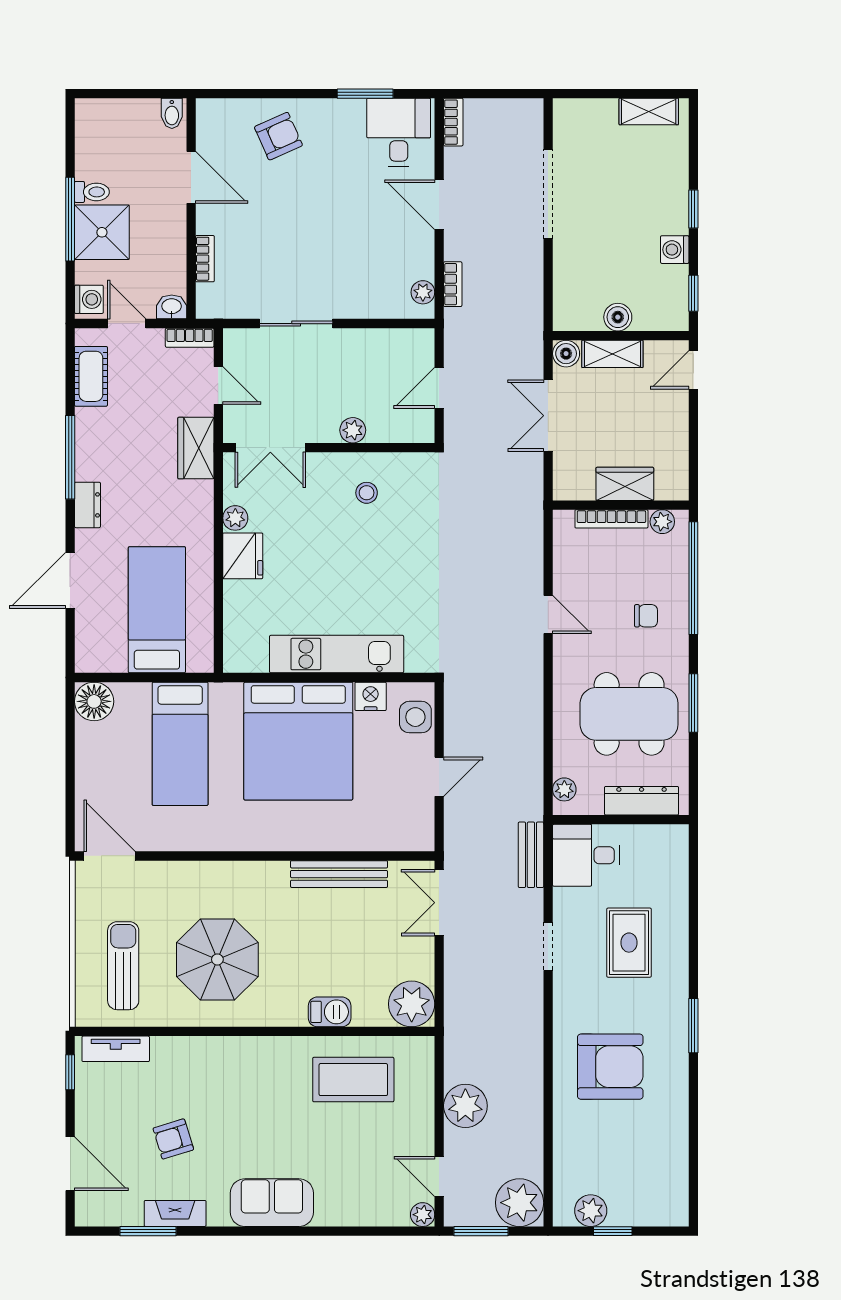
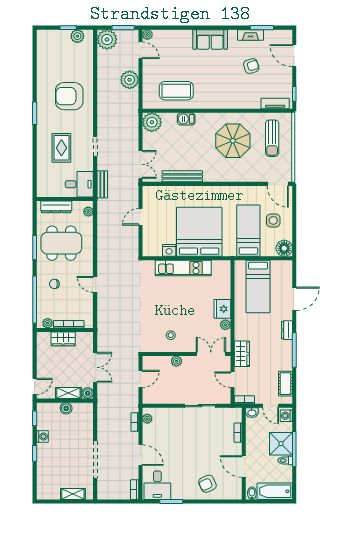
shelving: (649, 111) -> (73, 494), moved
bathtub: (117, 118) -> (275, 491), added
side table: (415, 717) -> (273, 220), moved

